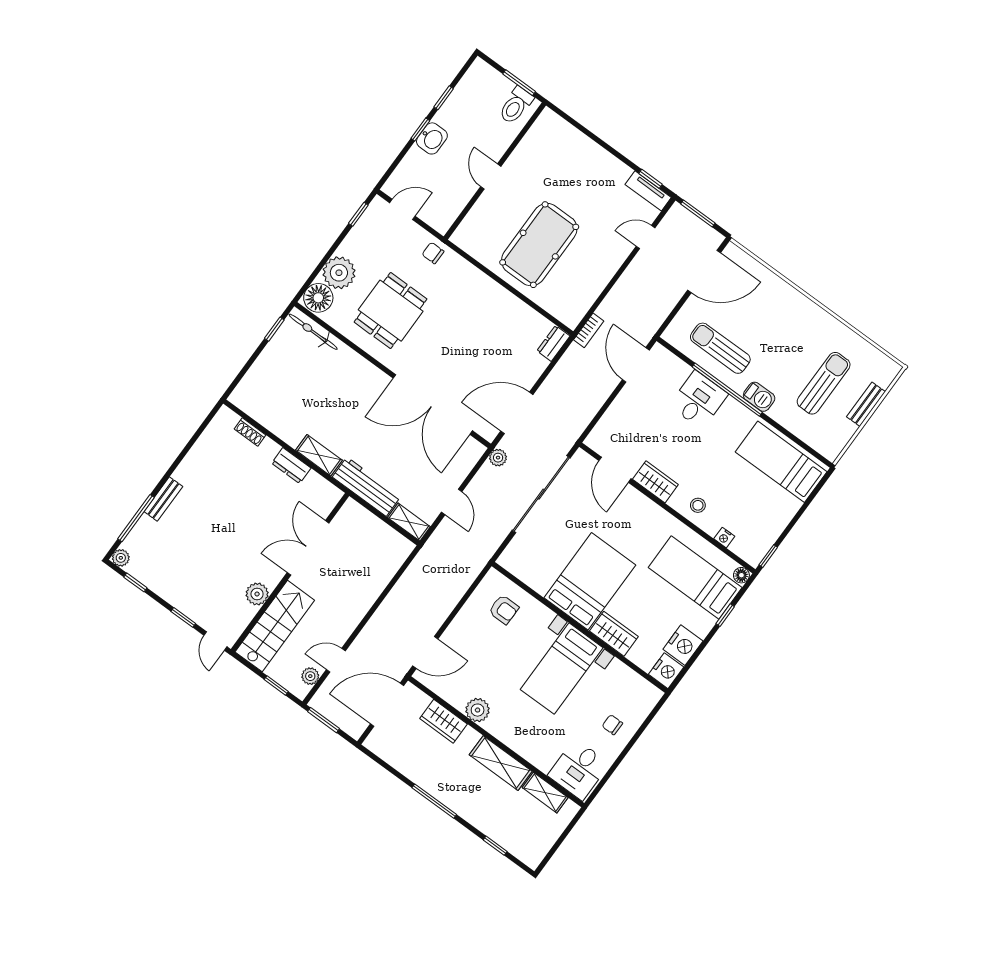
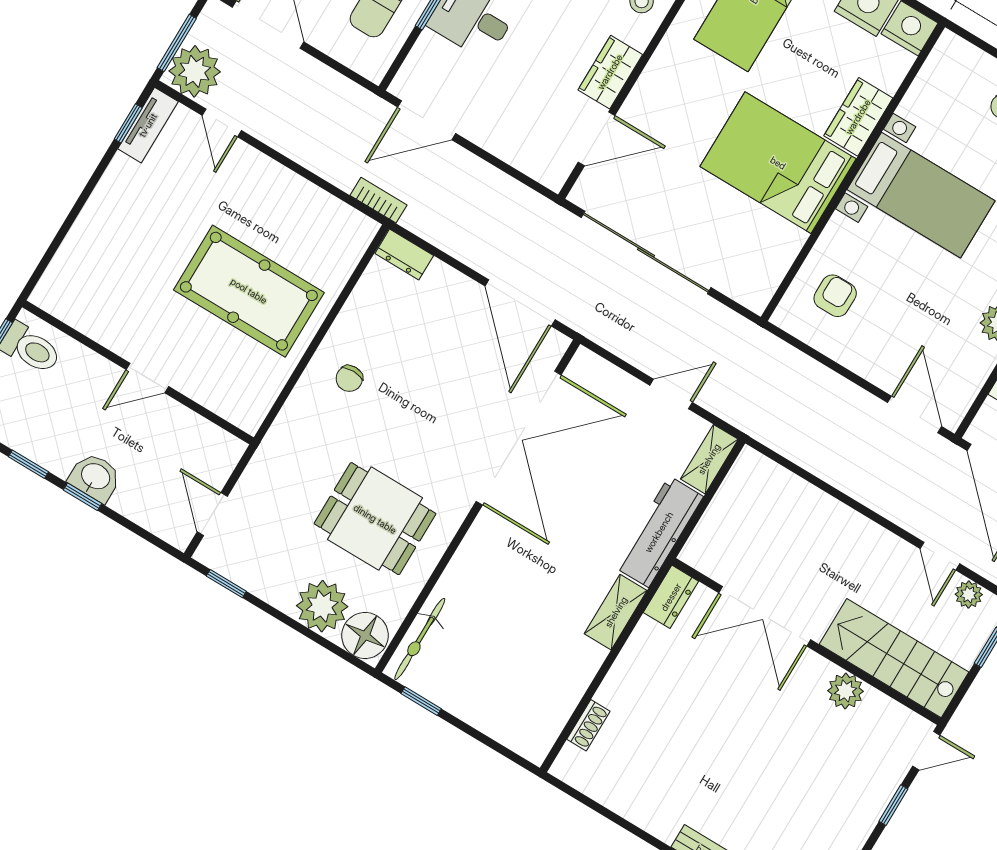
chair: (433, 253) -> (349, 378), moved
plant: (498, 458) -> (195, 71), moved, width x1.88, depth x1.88
dresser: (291, 465) -> (671, 597), moved

